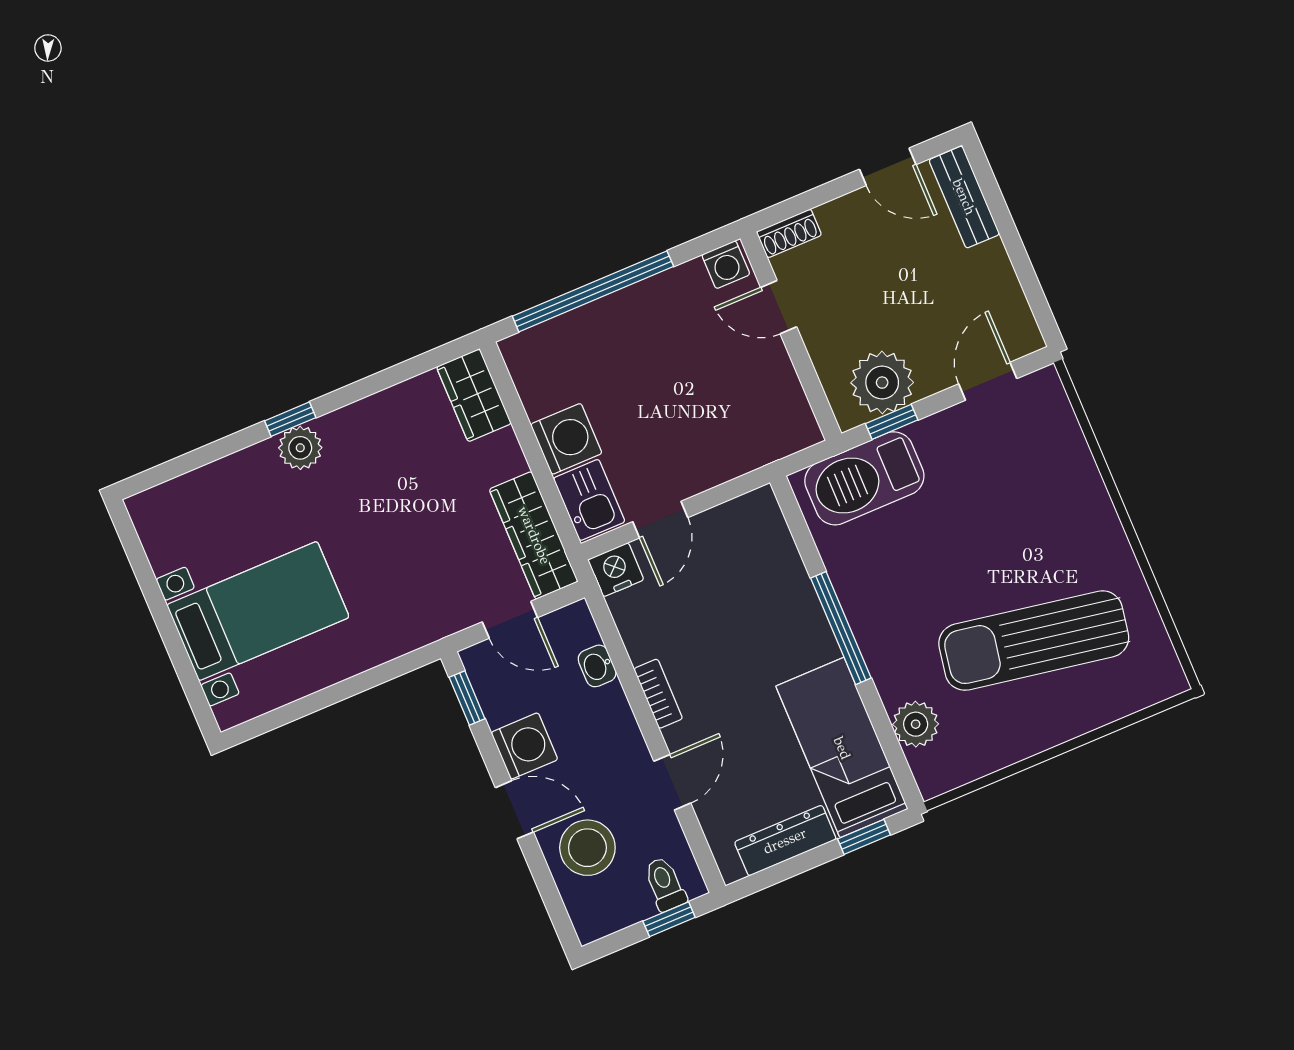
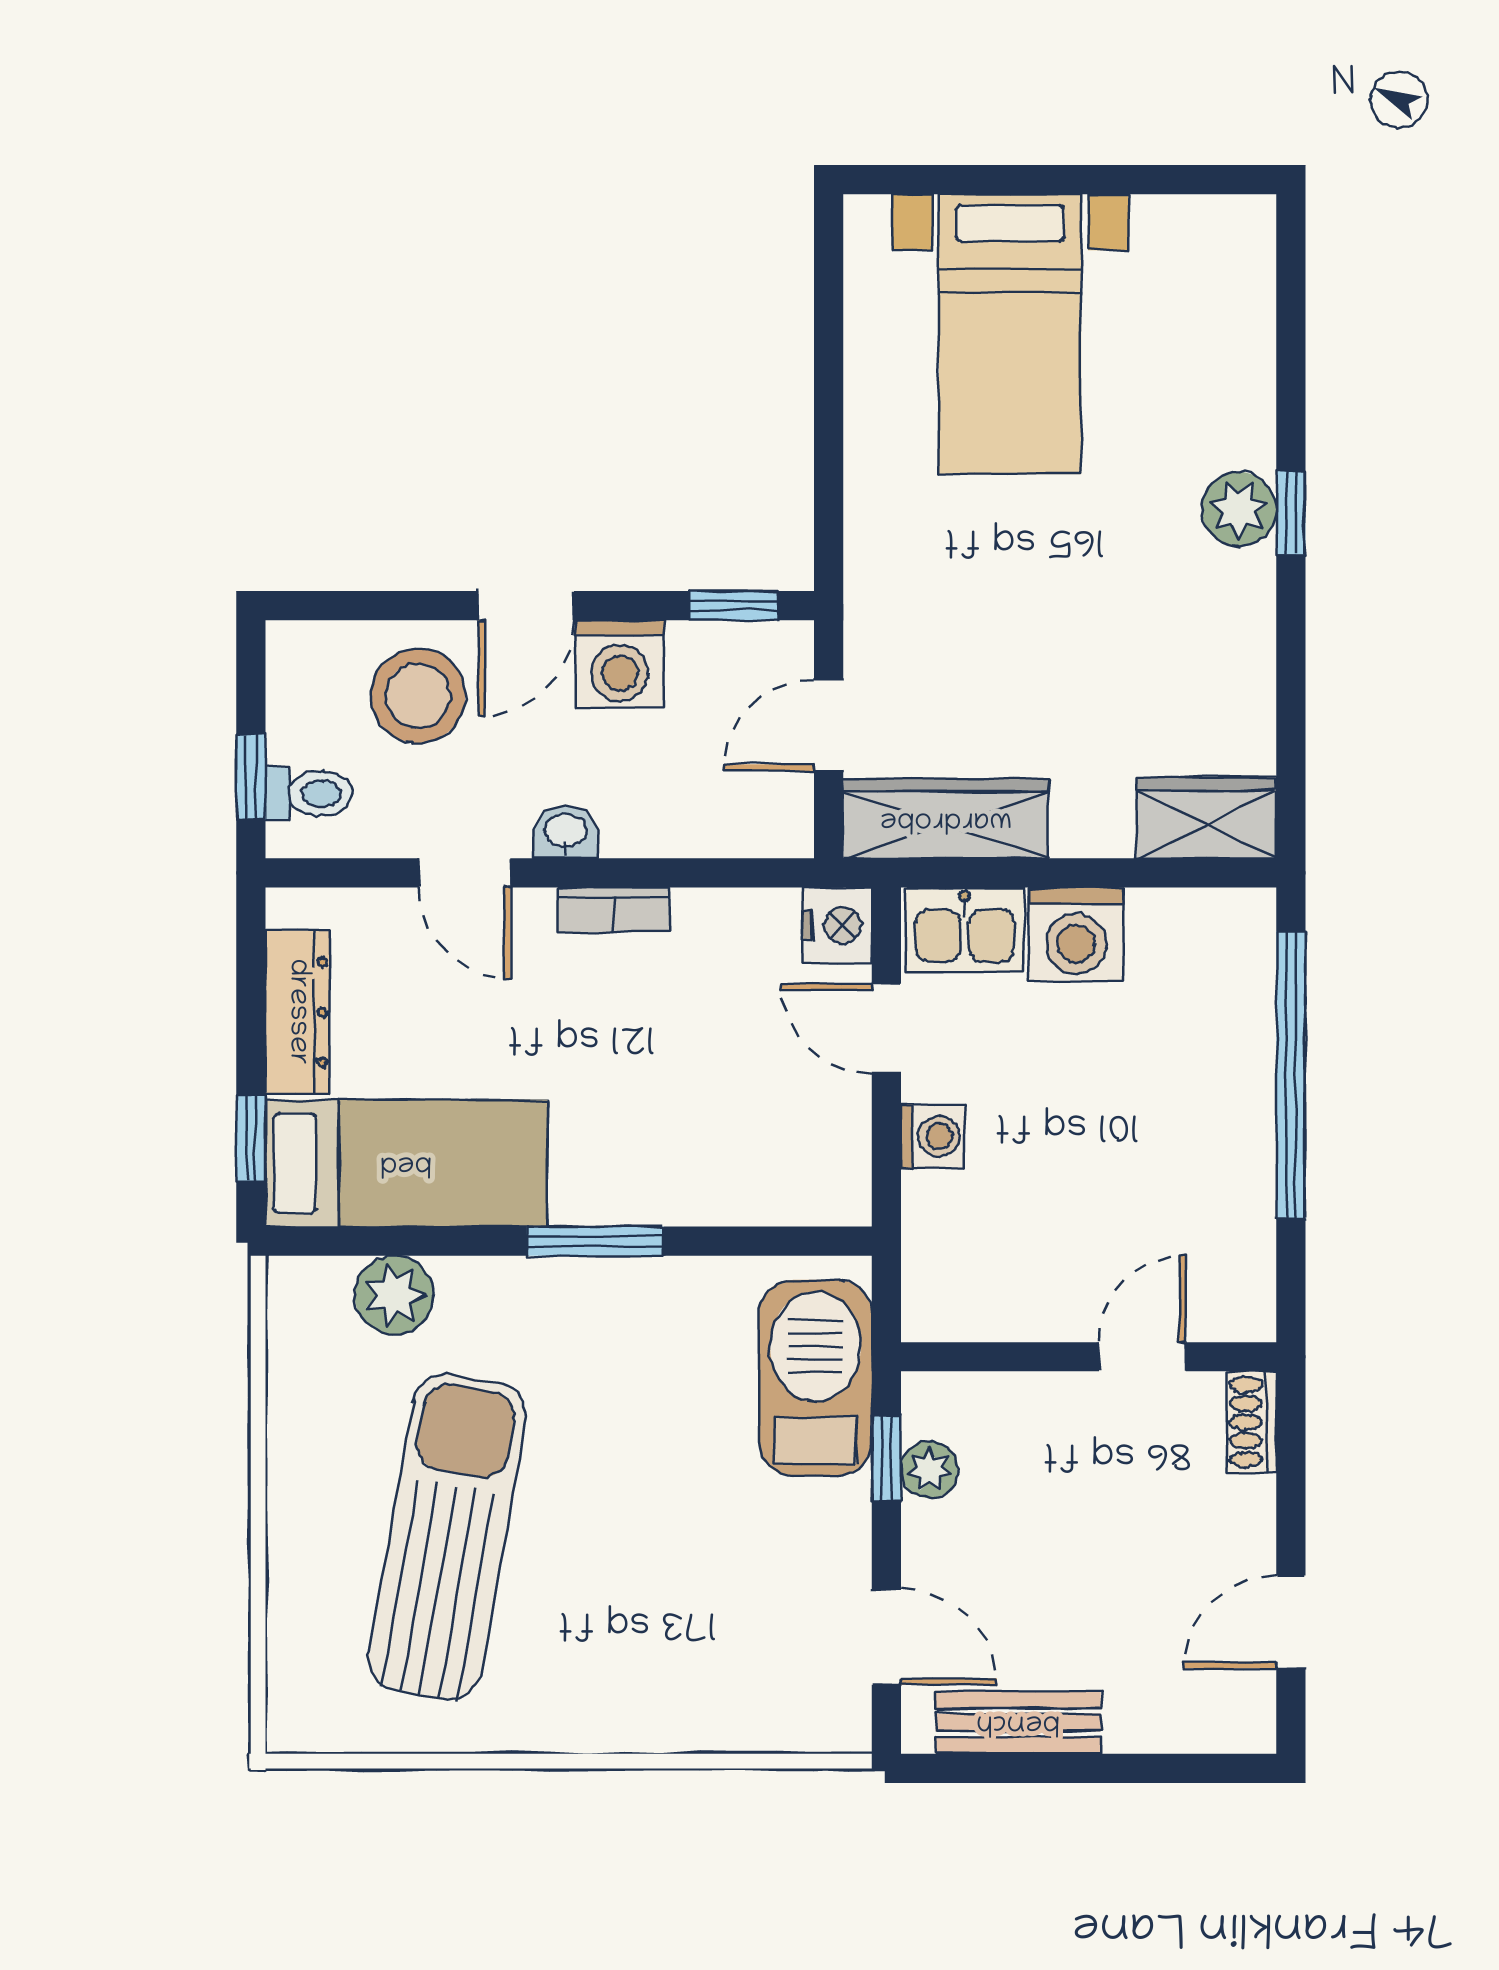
bench: (964, 197) -> (1018, 1722), moved
washing machine: (726, 265) -> (933, 1136), moved, turned 180
plant: (882, 383) -> (930, 1470), width x0.53, depth x0.53
window: (841, 628) -> (595, 1241), width x0.69
washbasin: (597, 666) -> (565, 832), moved

